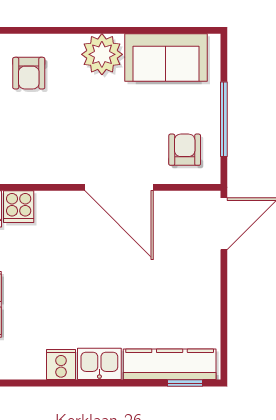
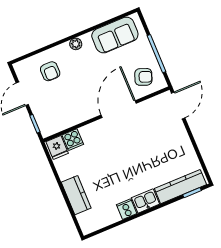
plant: (102, 54) -> (76, 44), width x0.53, depth x0.53
armchair: (185, 150) -> (143, 77), turned 111
door: (119, 187) -> (119, 109), swing flipped

